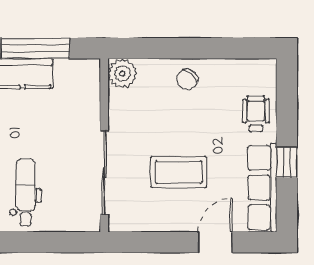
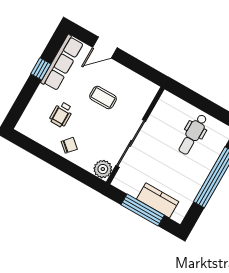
wheelchair: (256, 114) -> (61, 114), moved
coffee table: (179, 172) -> (103, 98), width x0.73, depth x0.77
sliding door: (104, 173) -> (131, 143), moved

